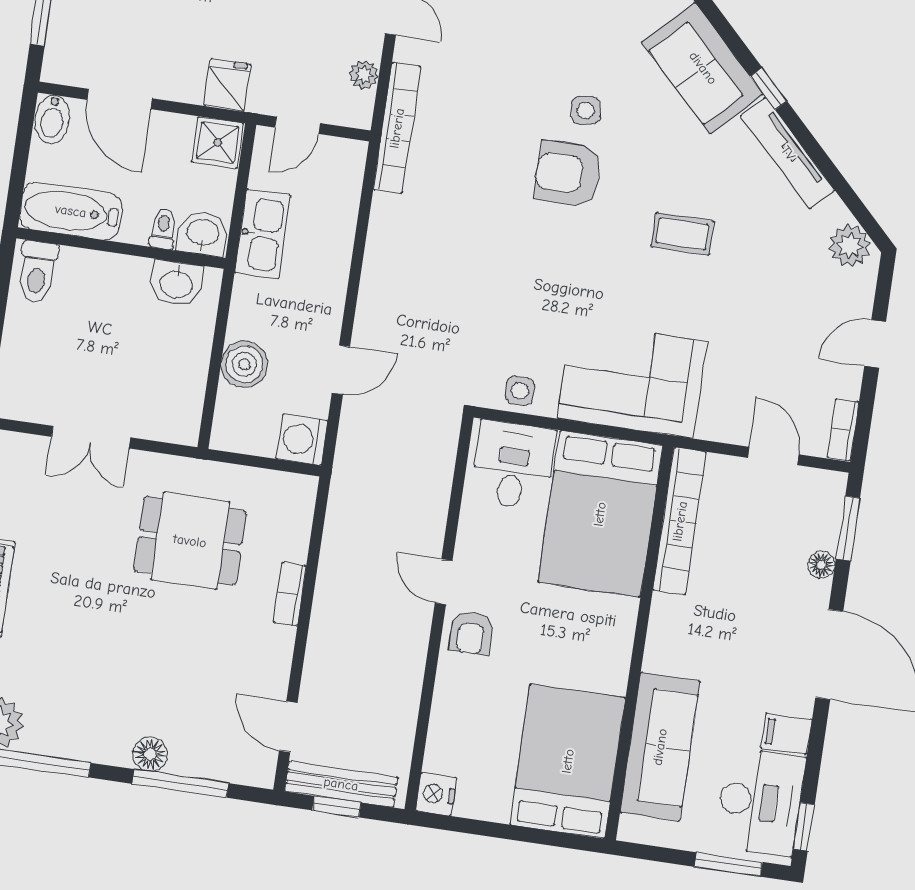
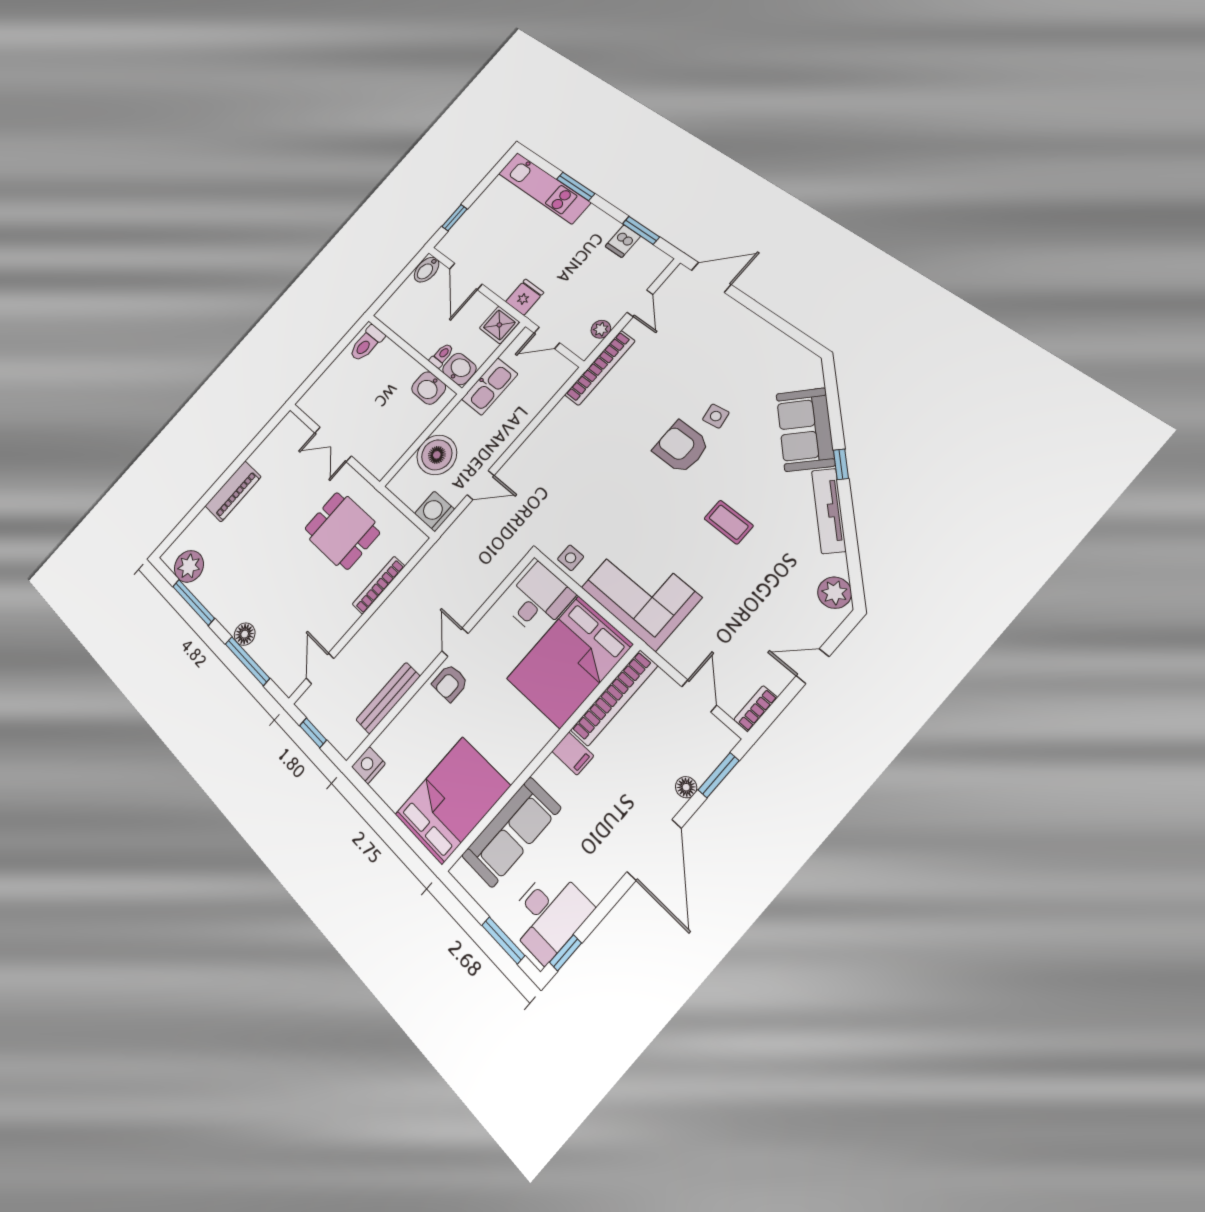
bathtub: (71, 211) -> (403, 321), removed
boiler: (244, 364) -> (437, 455), width x1.37, depth x1.37
bookcase: (290, 594) -> (379, 585), width x1.56
filing cabinet: (786, 734) -> (573, 753), moved, turned 180
bench: (341, 784) -> (388, 698), moved, turned 90

